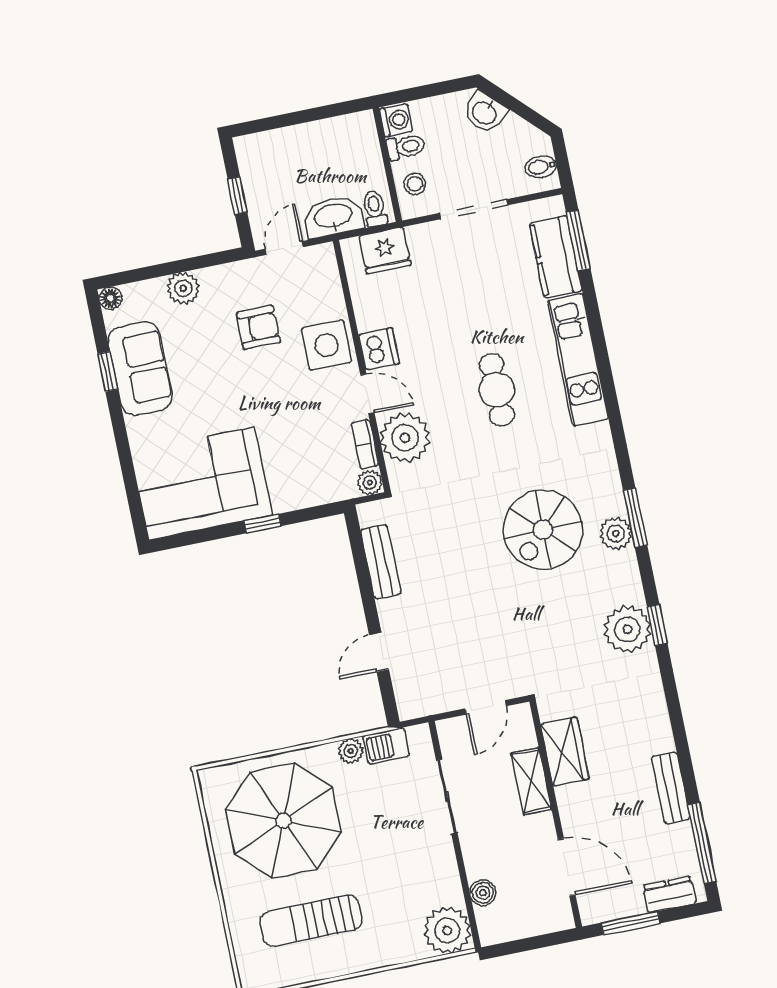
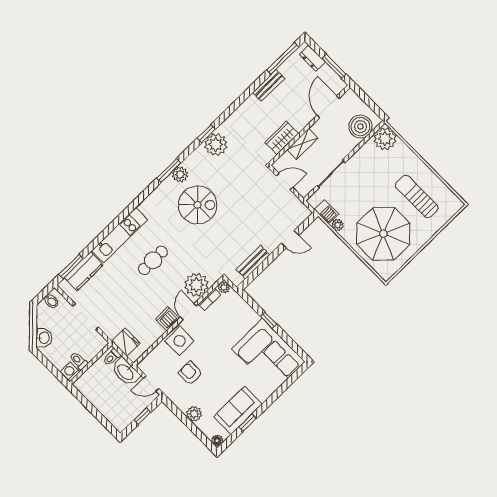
stool: (415, 184) -> (91, 347), removed
boiler: (483, 893) -> (360, 127), width x1.86, depth x1.86
sun lounger: (311, 921) -> (417, 196), turned 180

